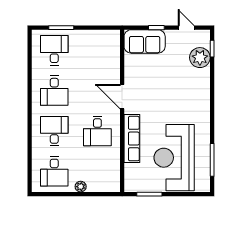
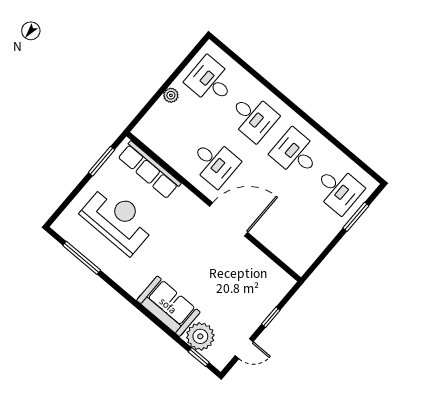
sofa: (145, 41) -> (168, 306), moved, turned 90
door: (122, 97) -> (229, 219), width x1.36
desk: (97, 131) -> (214, 163), turned 180
row of seats: (132, 139) -> (149, 170), moved
reception desk: (174, 158) -> (118, 220), width x0.74, depth x0.77

